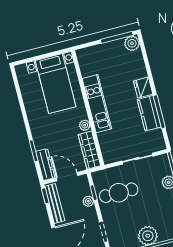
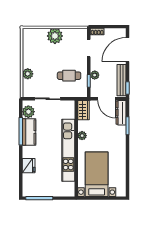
plant: (132, 43) -> (28, 112), moved
fridge: (143, 88) -> (29, 166), moved
kitchen unit: (97, 104) -> (68, 150), width x1.36
wardrobe: (89, 150) -> (83, 110), width x0.67
cafe table: (119, 193) -> (69, 76), width x0.73, depth x0.74

